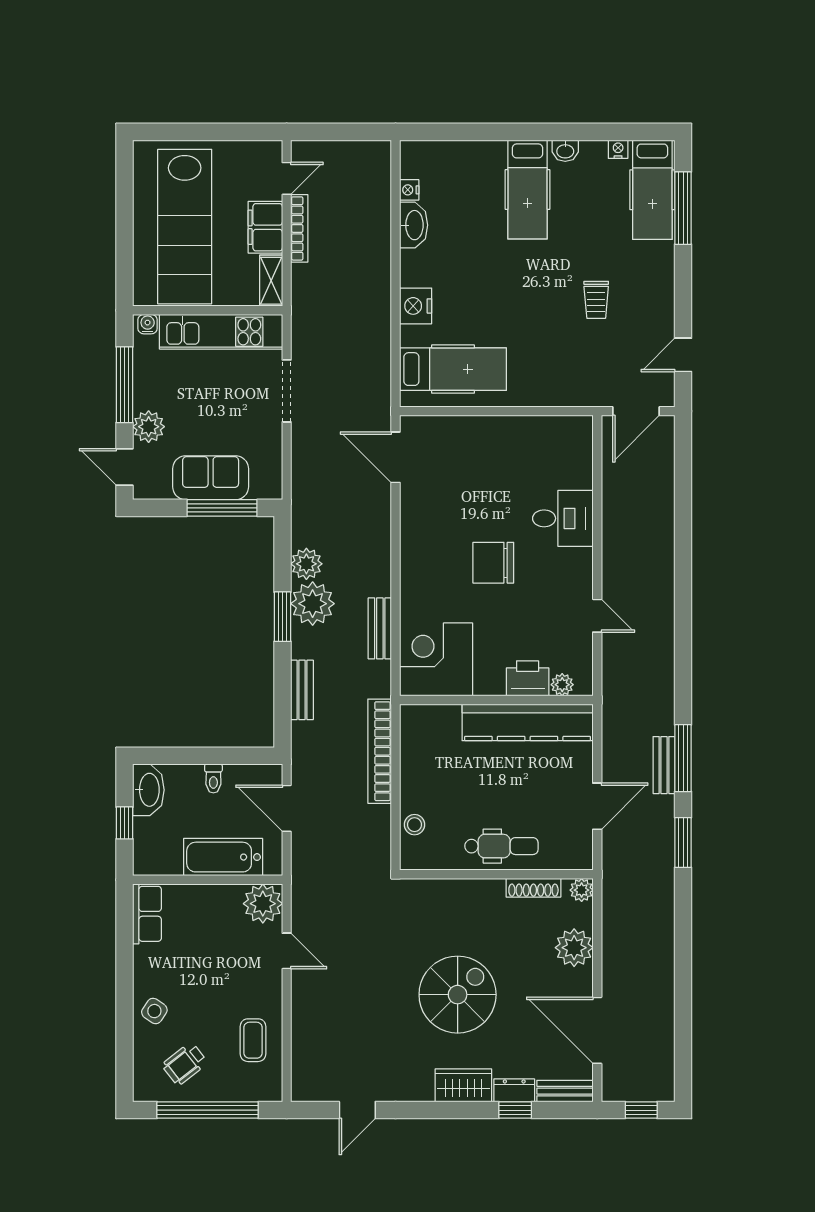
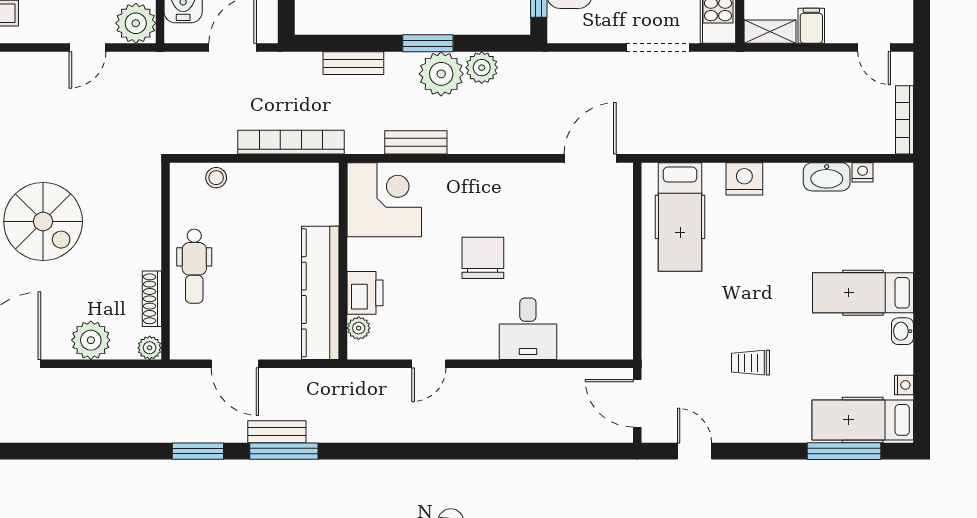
filing cabinet: (265, 227) -> (811, 26), width x0.50
bookcase: (299, 228) -> (904, 120), moved, turned 90

